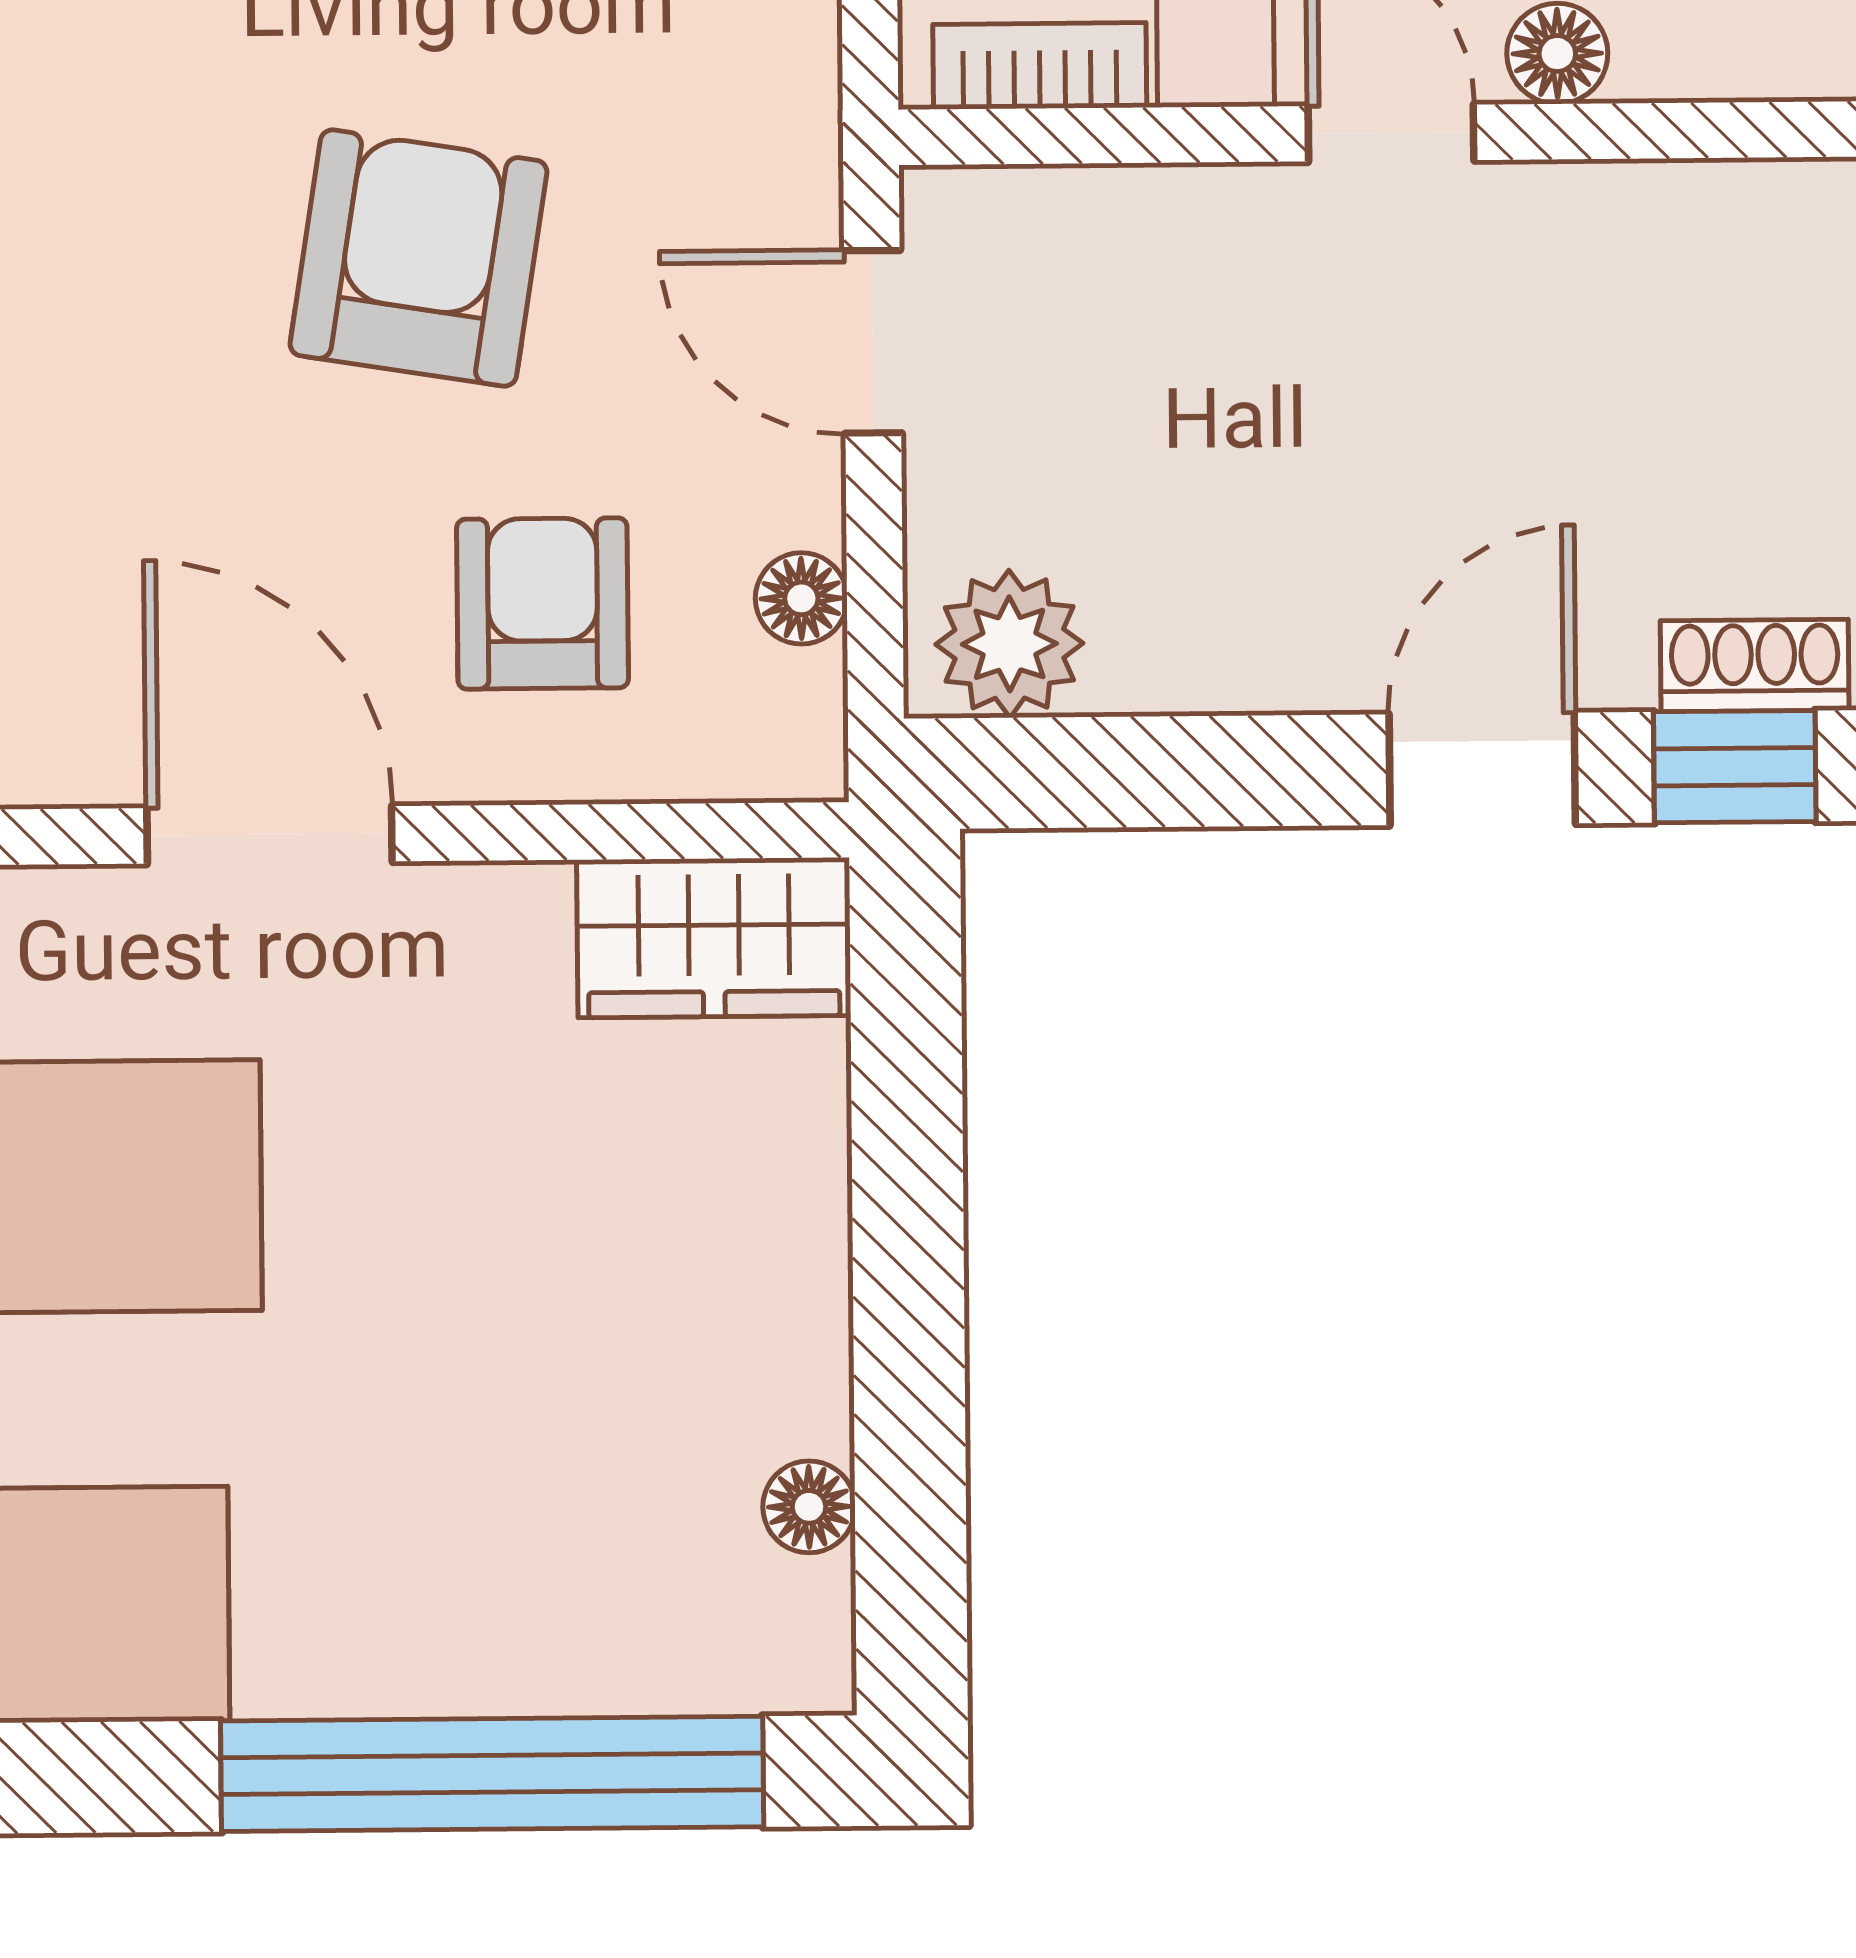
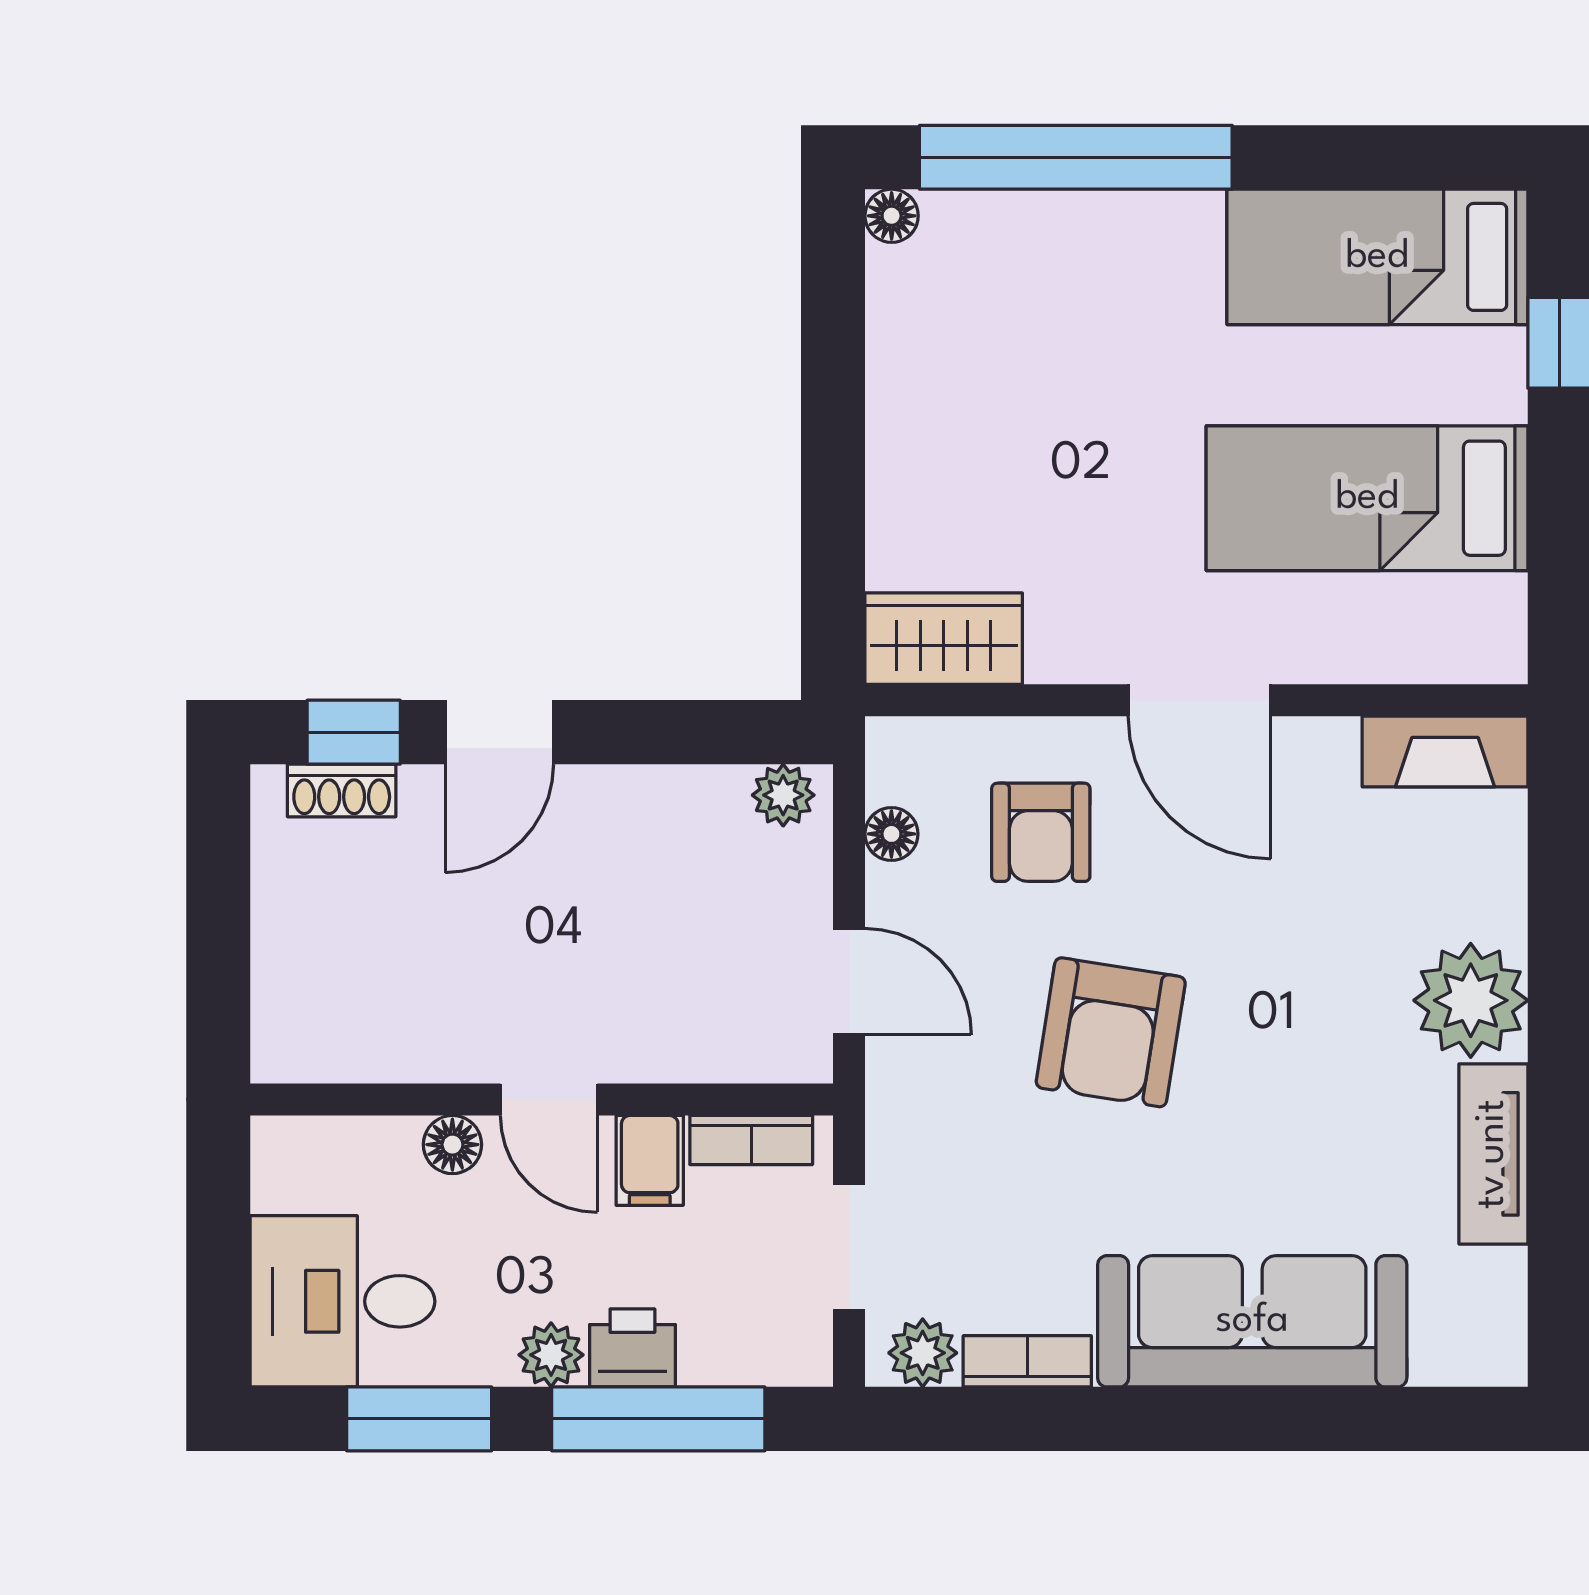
plant: (1009, 644) -> (783, 795), width x0.73, depth x0.73
floor lamp: (809, 1507) -> (892, 216), moved

